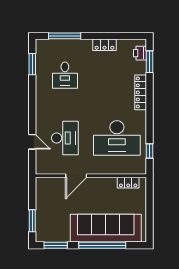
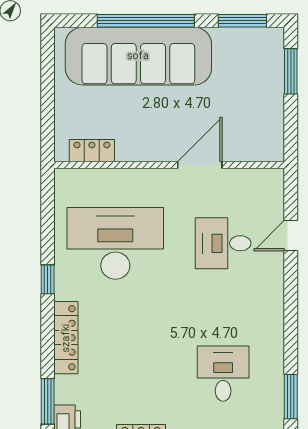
desk: (65, 138) -> (223, 243), width x0.73
door: (32, 142) -> (291, 236), hinge flipped
window: (149, 151) -> (48, 279), moved

